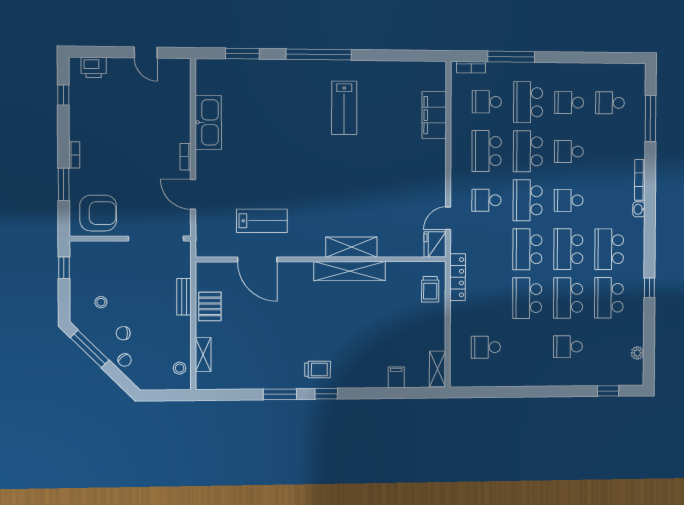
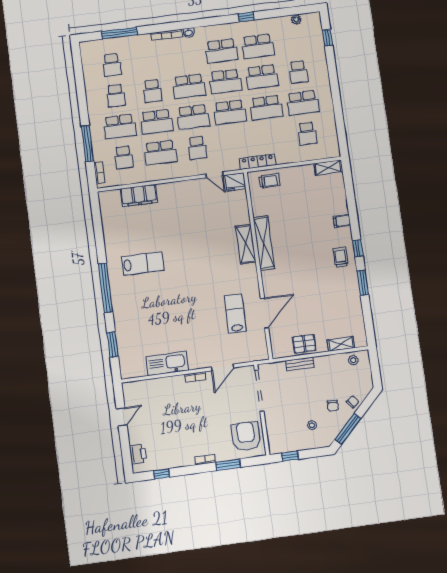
school desk: (569, 200) -> (189, 86), width x1.85
school desk: (527, 347) -> (303, 103), added
filing cabinet: (396, 377) -> (342, 221), moved

